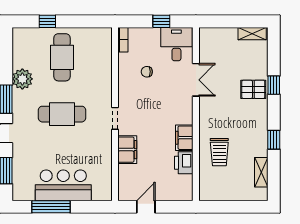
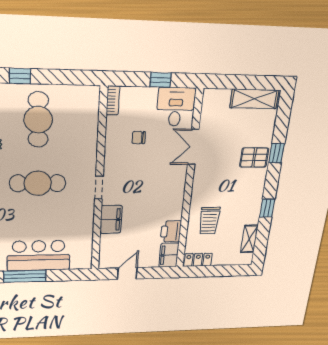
shelving: (252, 34) -> (254, 99), width x1.50, depth x1.33
double door: (196, 80) -> (193, 147), swing flipped
filing cabinet: (184, 138) -> (169, 255), moved
locker: (213, 194) -> (198, 260), added

